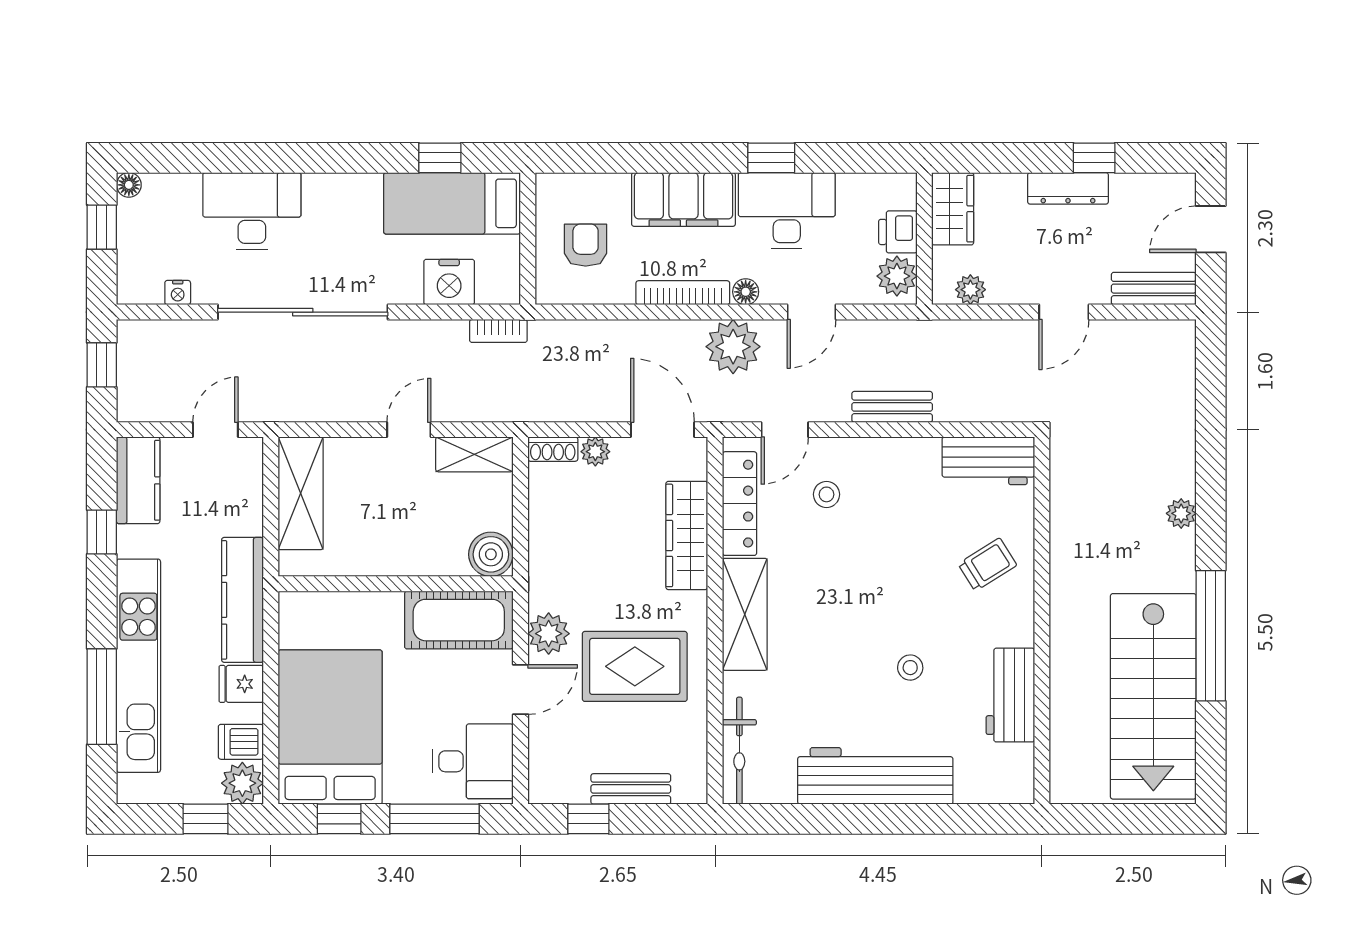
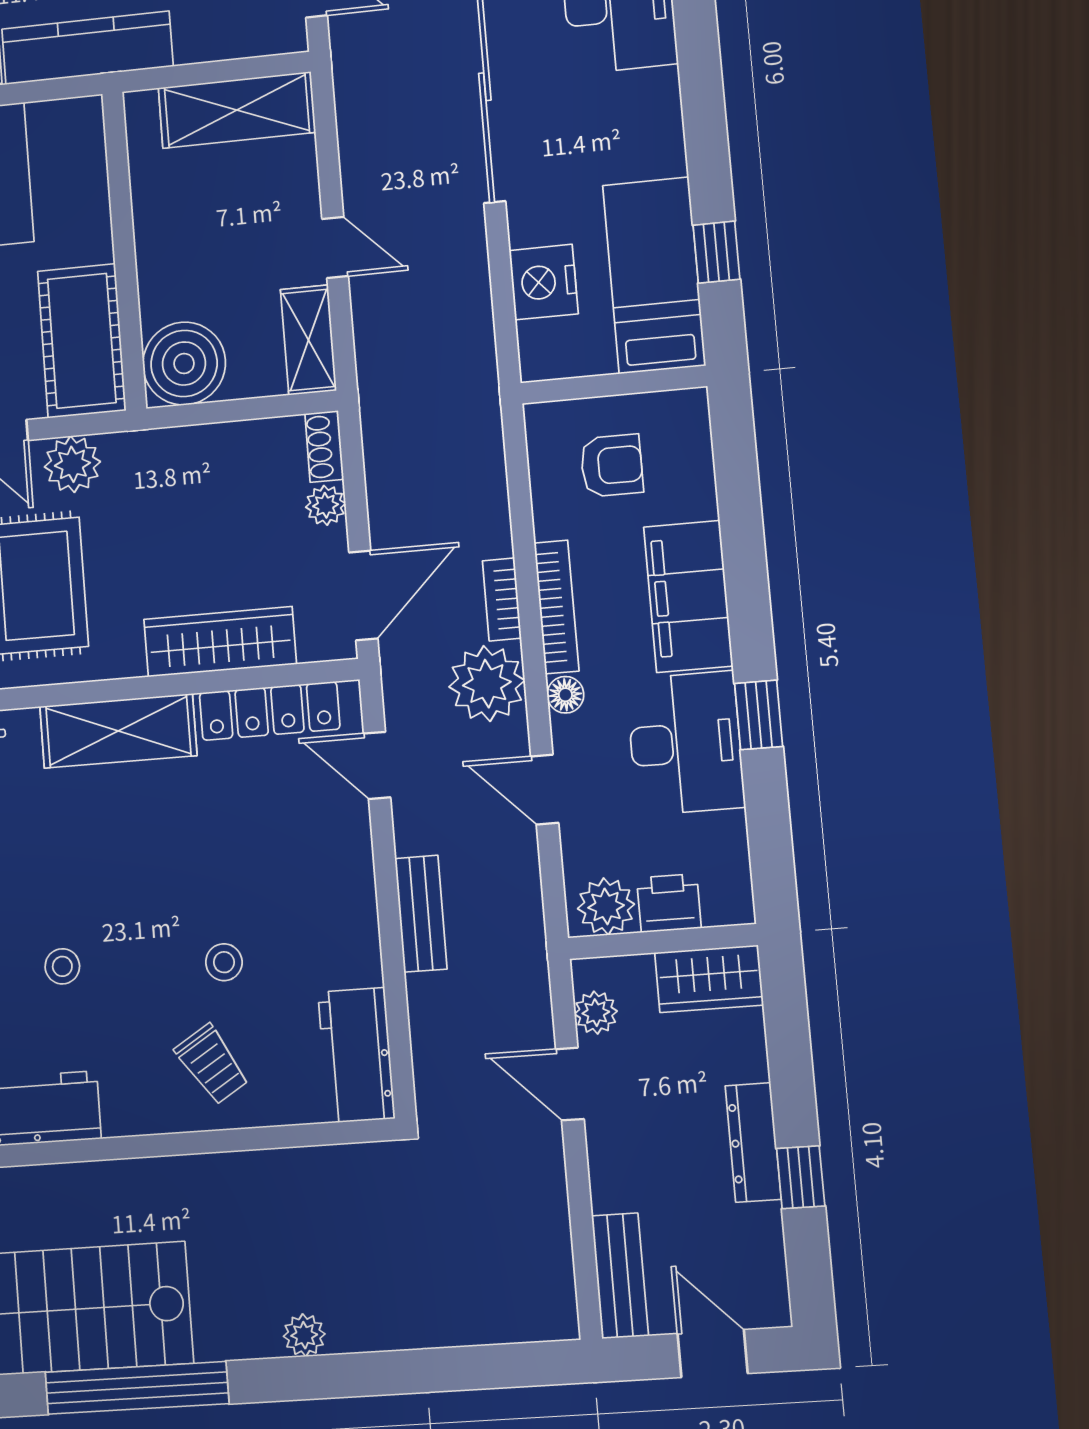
door: (1064, 312) -> (570, 1084), moved
bookcase: (498, 331) -> (502, 599), moved
stool: (826, 494) -> (224, 962), moved
boiler: (491, 554) -> (184, 364), width x1.37, depth x1.37

